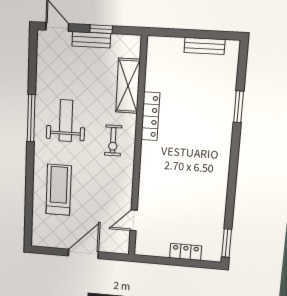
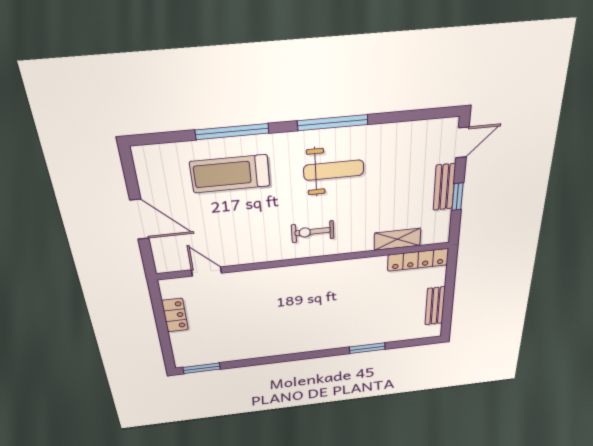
shelving: (128, 86) -> (397, 239), width x0.67, depth x0.75
locker: (150, 116) -> (418, 260), moved
window: (29, 183) -> (232, 132), added
treadmill: (59, 190) -> (230, 174), turned 180
locker: (186, 252) -> (175, 315), moved

